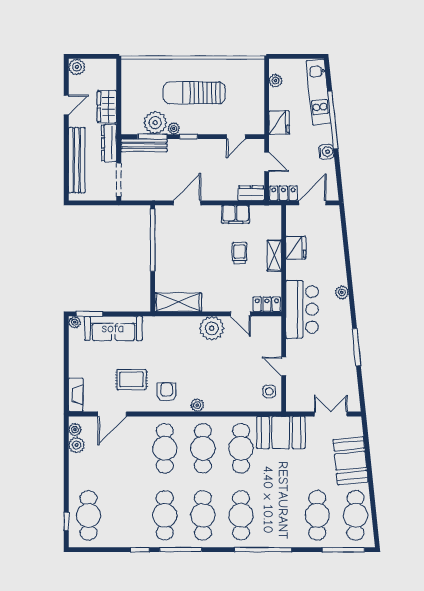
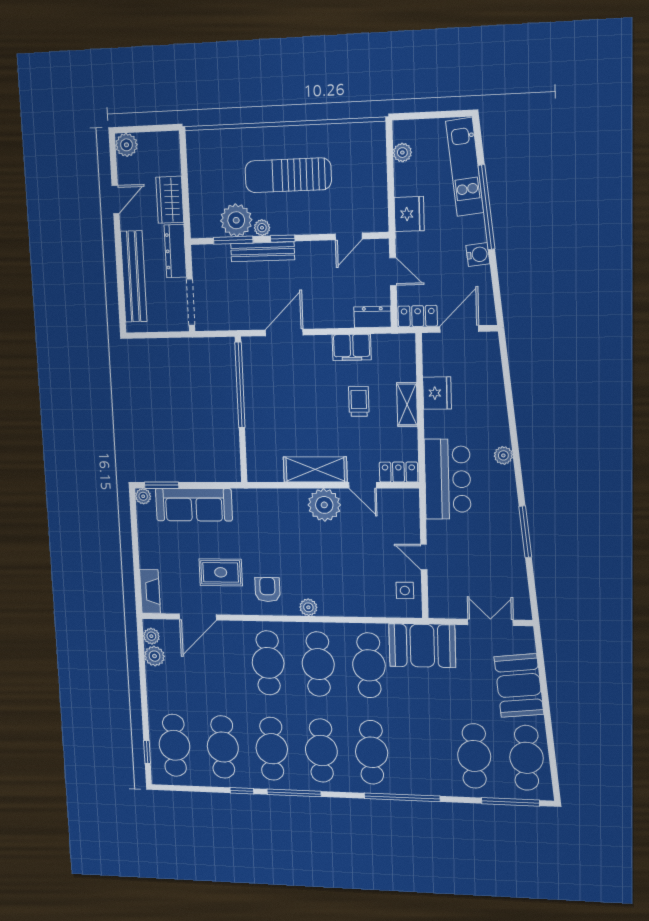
bench: (144, 145) -> (263, 252), moved
shelving: (178, 302) -> (315, 469), moved
cafe table: (127, 515) -> (223, 747), added

